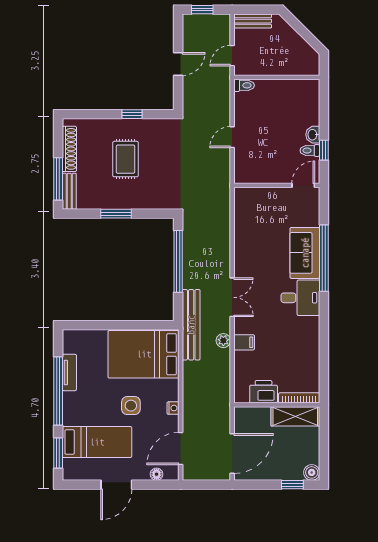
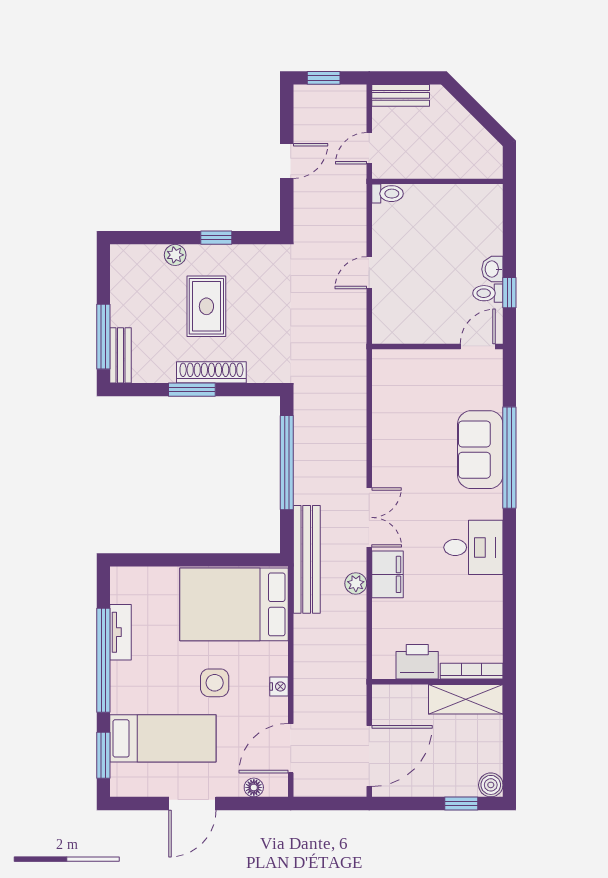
plant: (105, 125) -> (175, 255), added
shoe rack: (69, 149) -> (211, 372), moved, turned -90
desk: (300, 298) -> (473, 547), moved
filing cabinet: (244, 342) -> (388, 574), width x2.00

